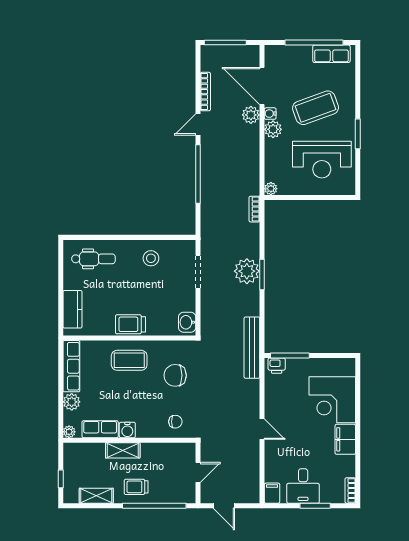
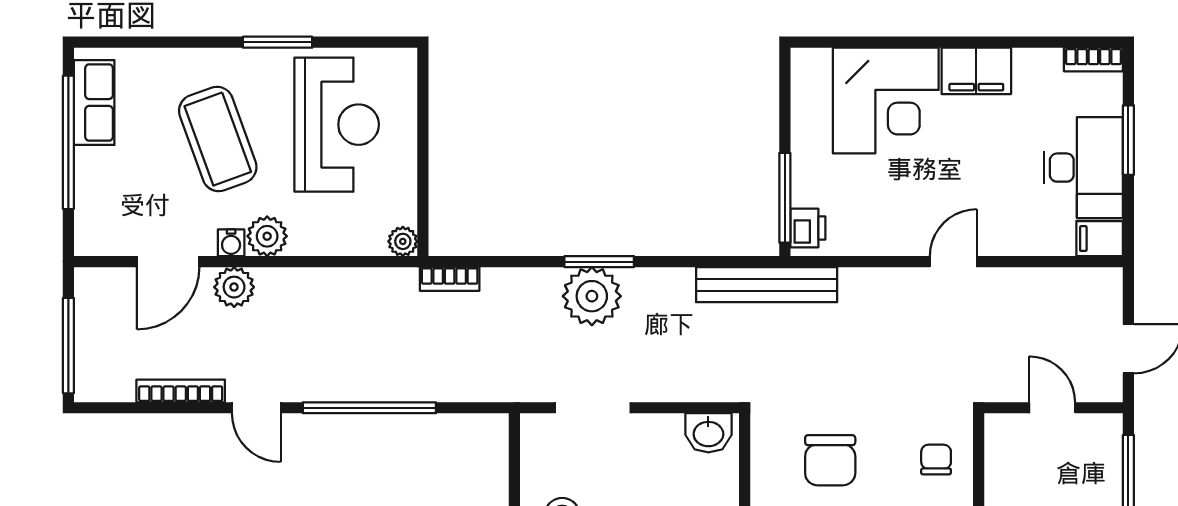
door: (262, 86) -> (168, 262), width x0.73
desk: (303, 486) -> (1083, 168), width x1.37

